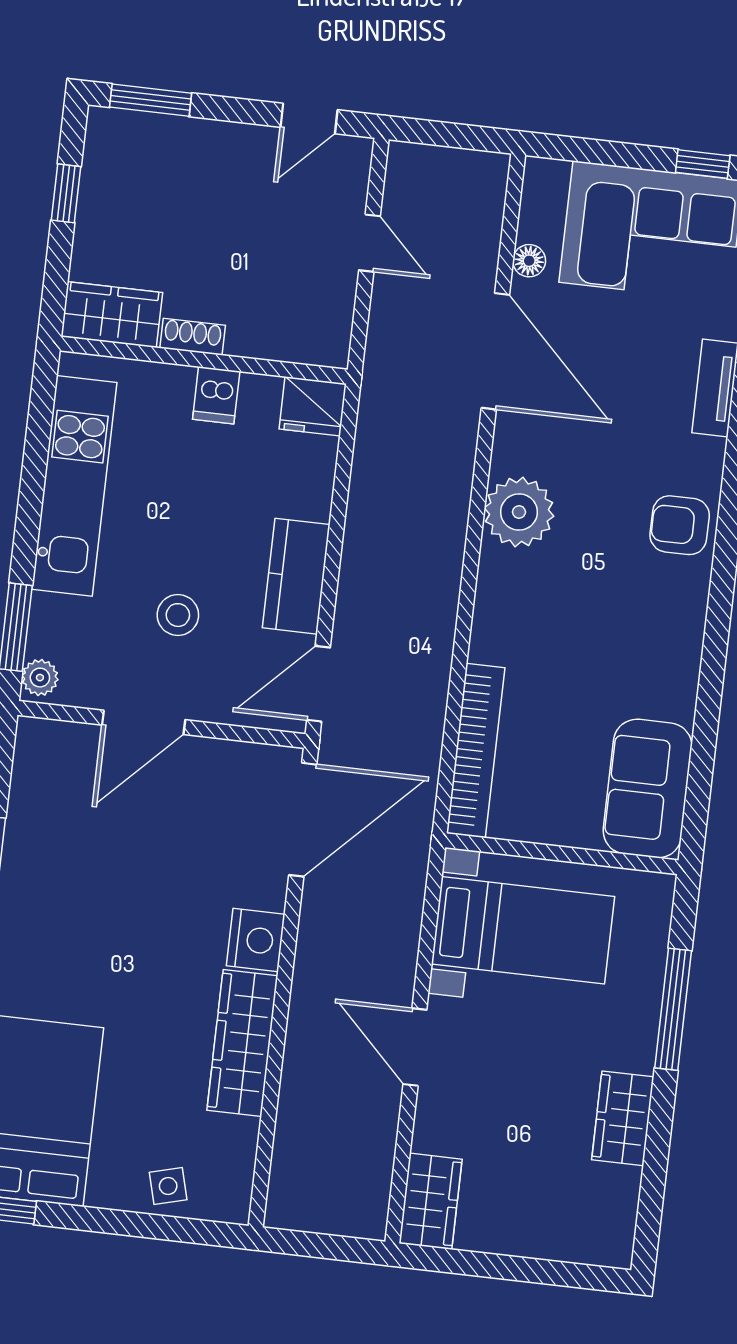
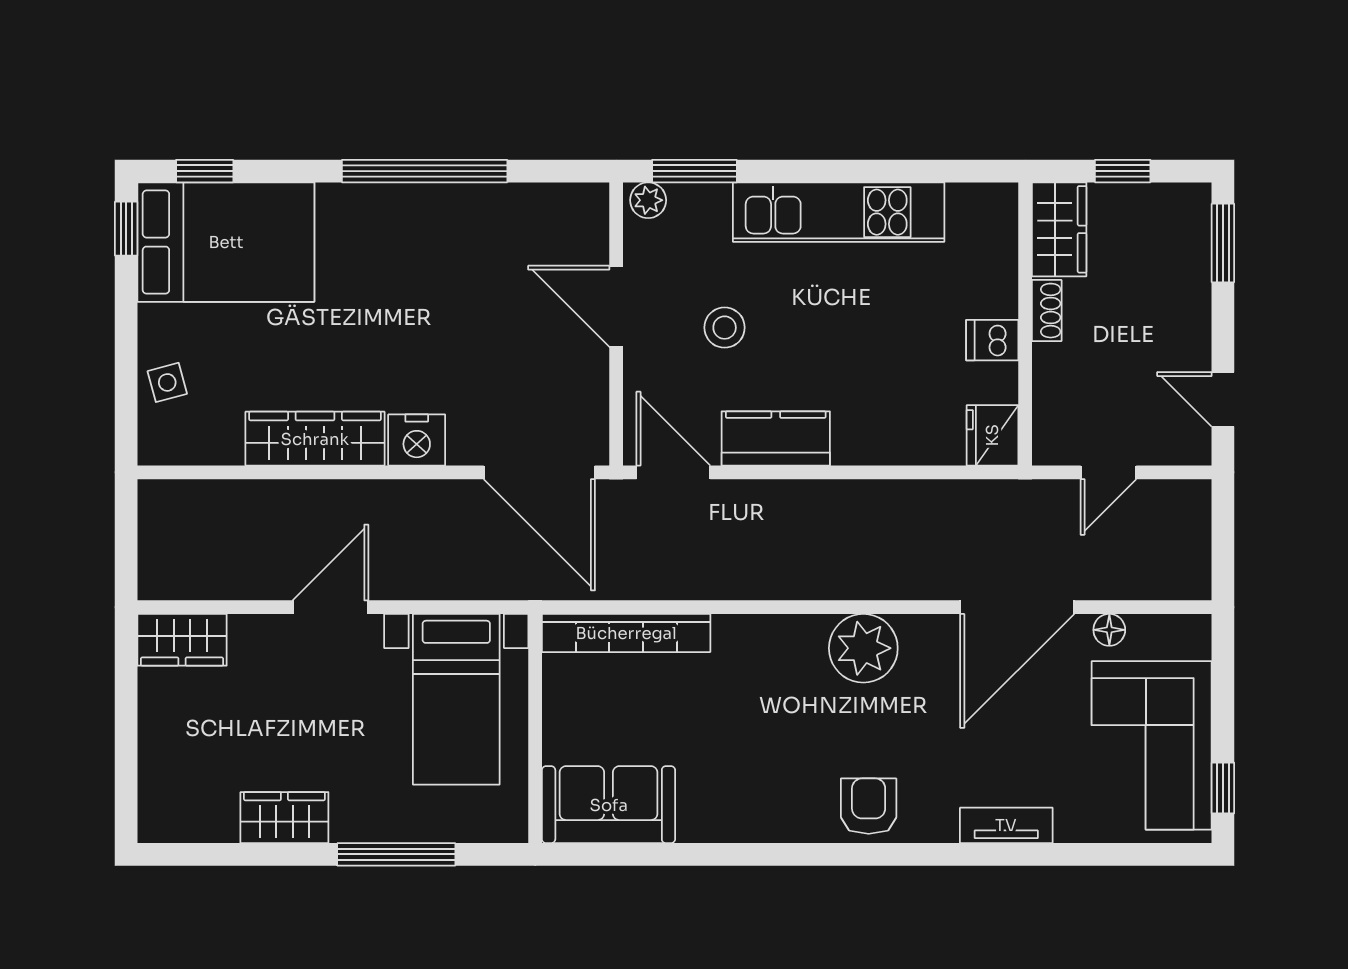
wardrobe: (112, 315) -> (1059, 229), moved
shoe rack: (193, 337) -> (1047, 311), moved
wall: (204, 360) -> (1025, 324), moved
dishwasher: (216, 395) -> (992, 340), moved
fridge: (313, 406) -> (992, 435), moved

